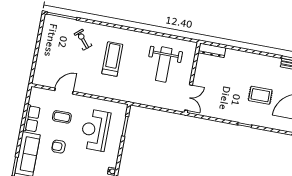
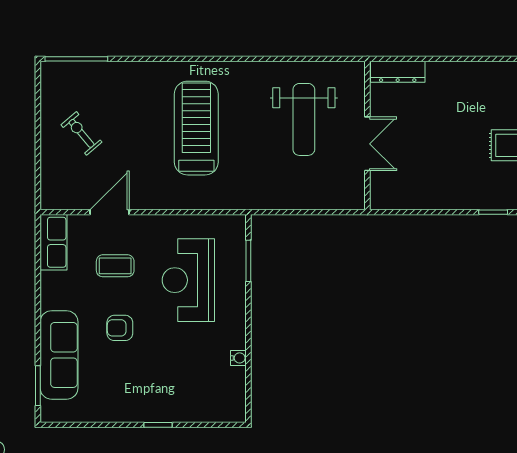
exercise bike: (83, 40) -> (82, 133), moved
treadmill: (112, 59) -> (196, 128), width x1.37, depth x1.38
double door: (189, 98) -> (367, 144), moved
row of seats: (31, 119) -> (54, 242), moved

